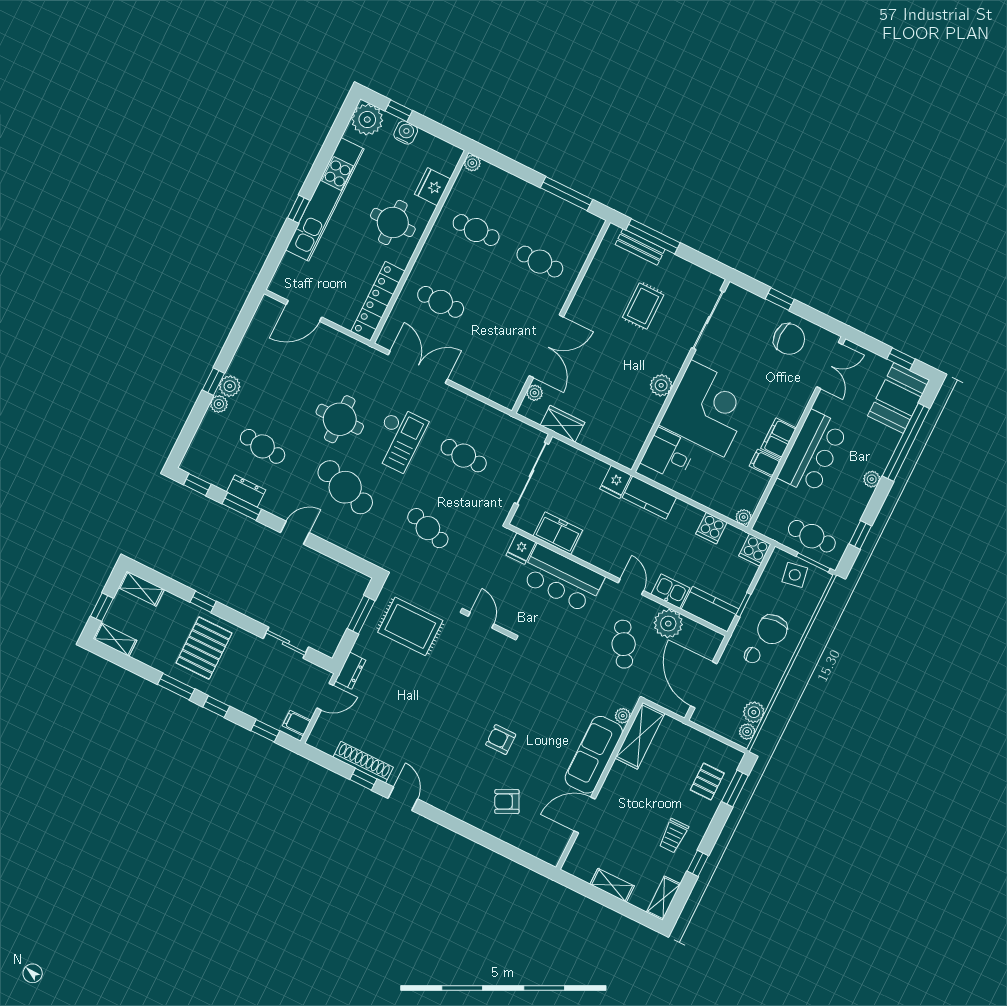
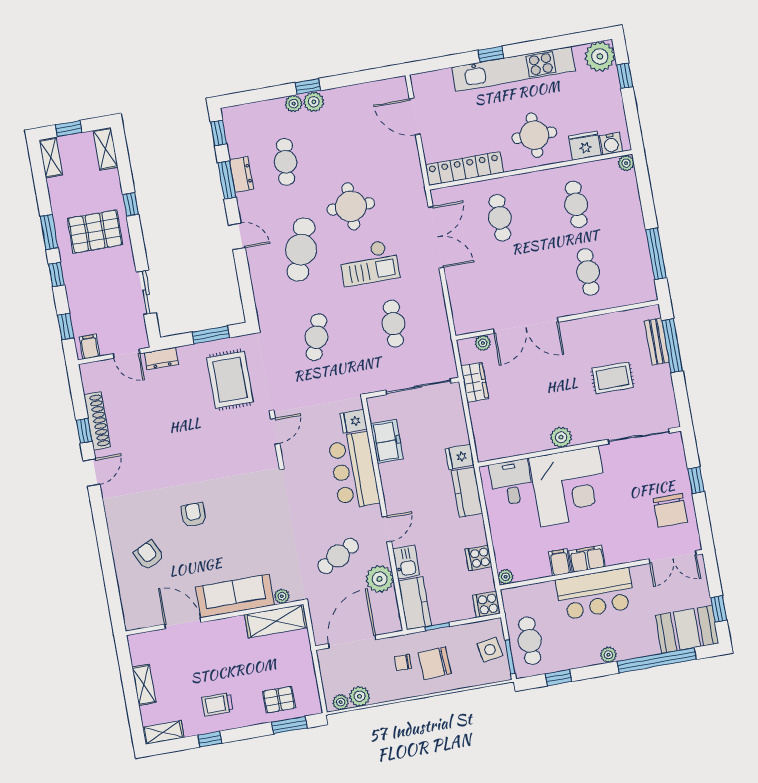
water cooler: (406, 132) -> (611, 144), moved, turned 90
chair: (752, 655) -> (403, 662), turned 90

